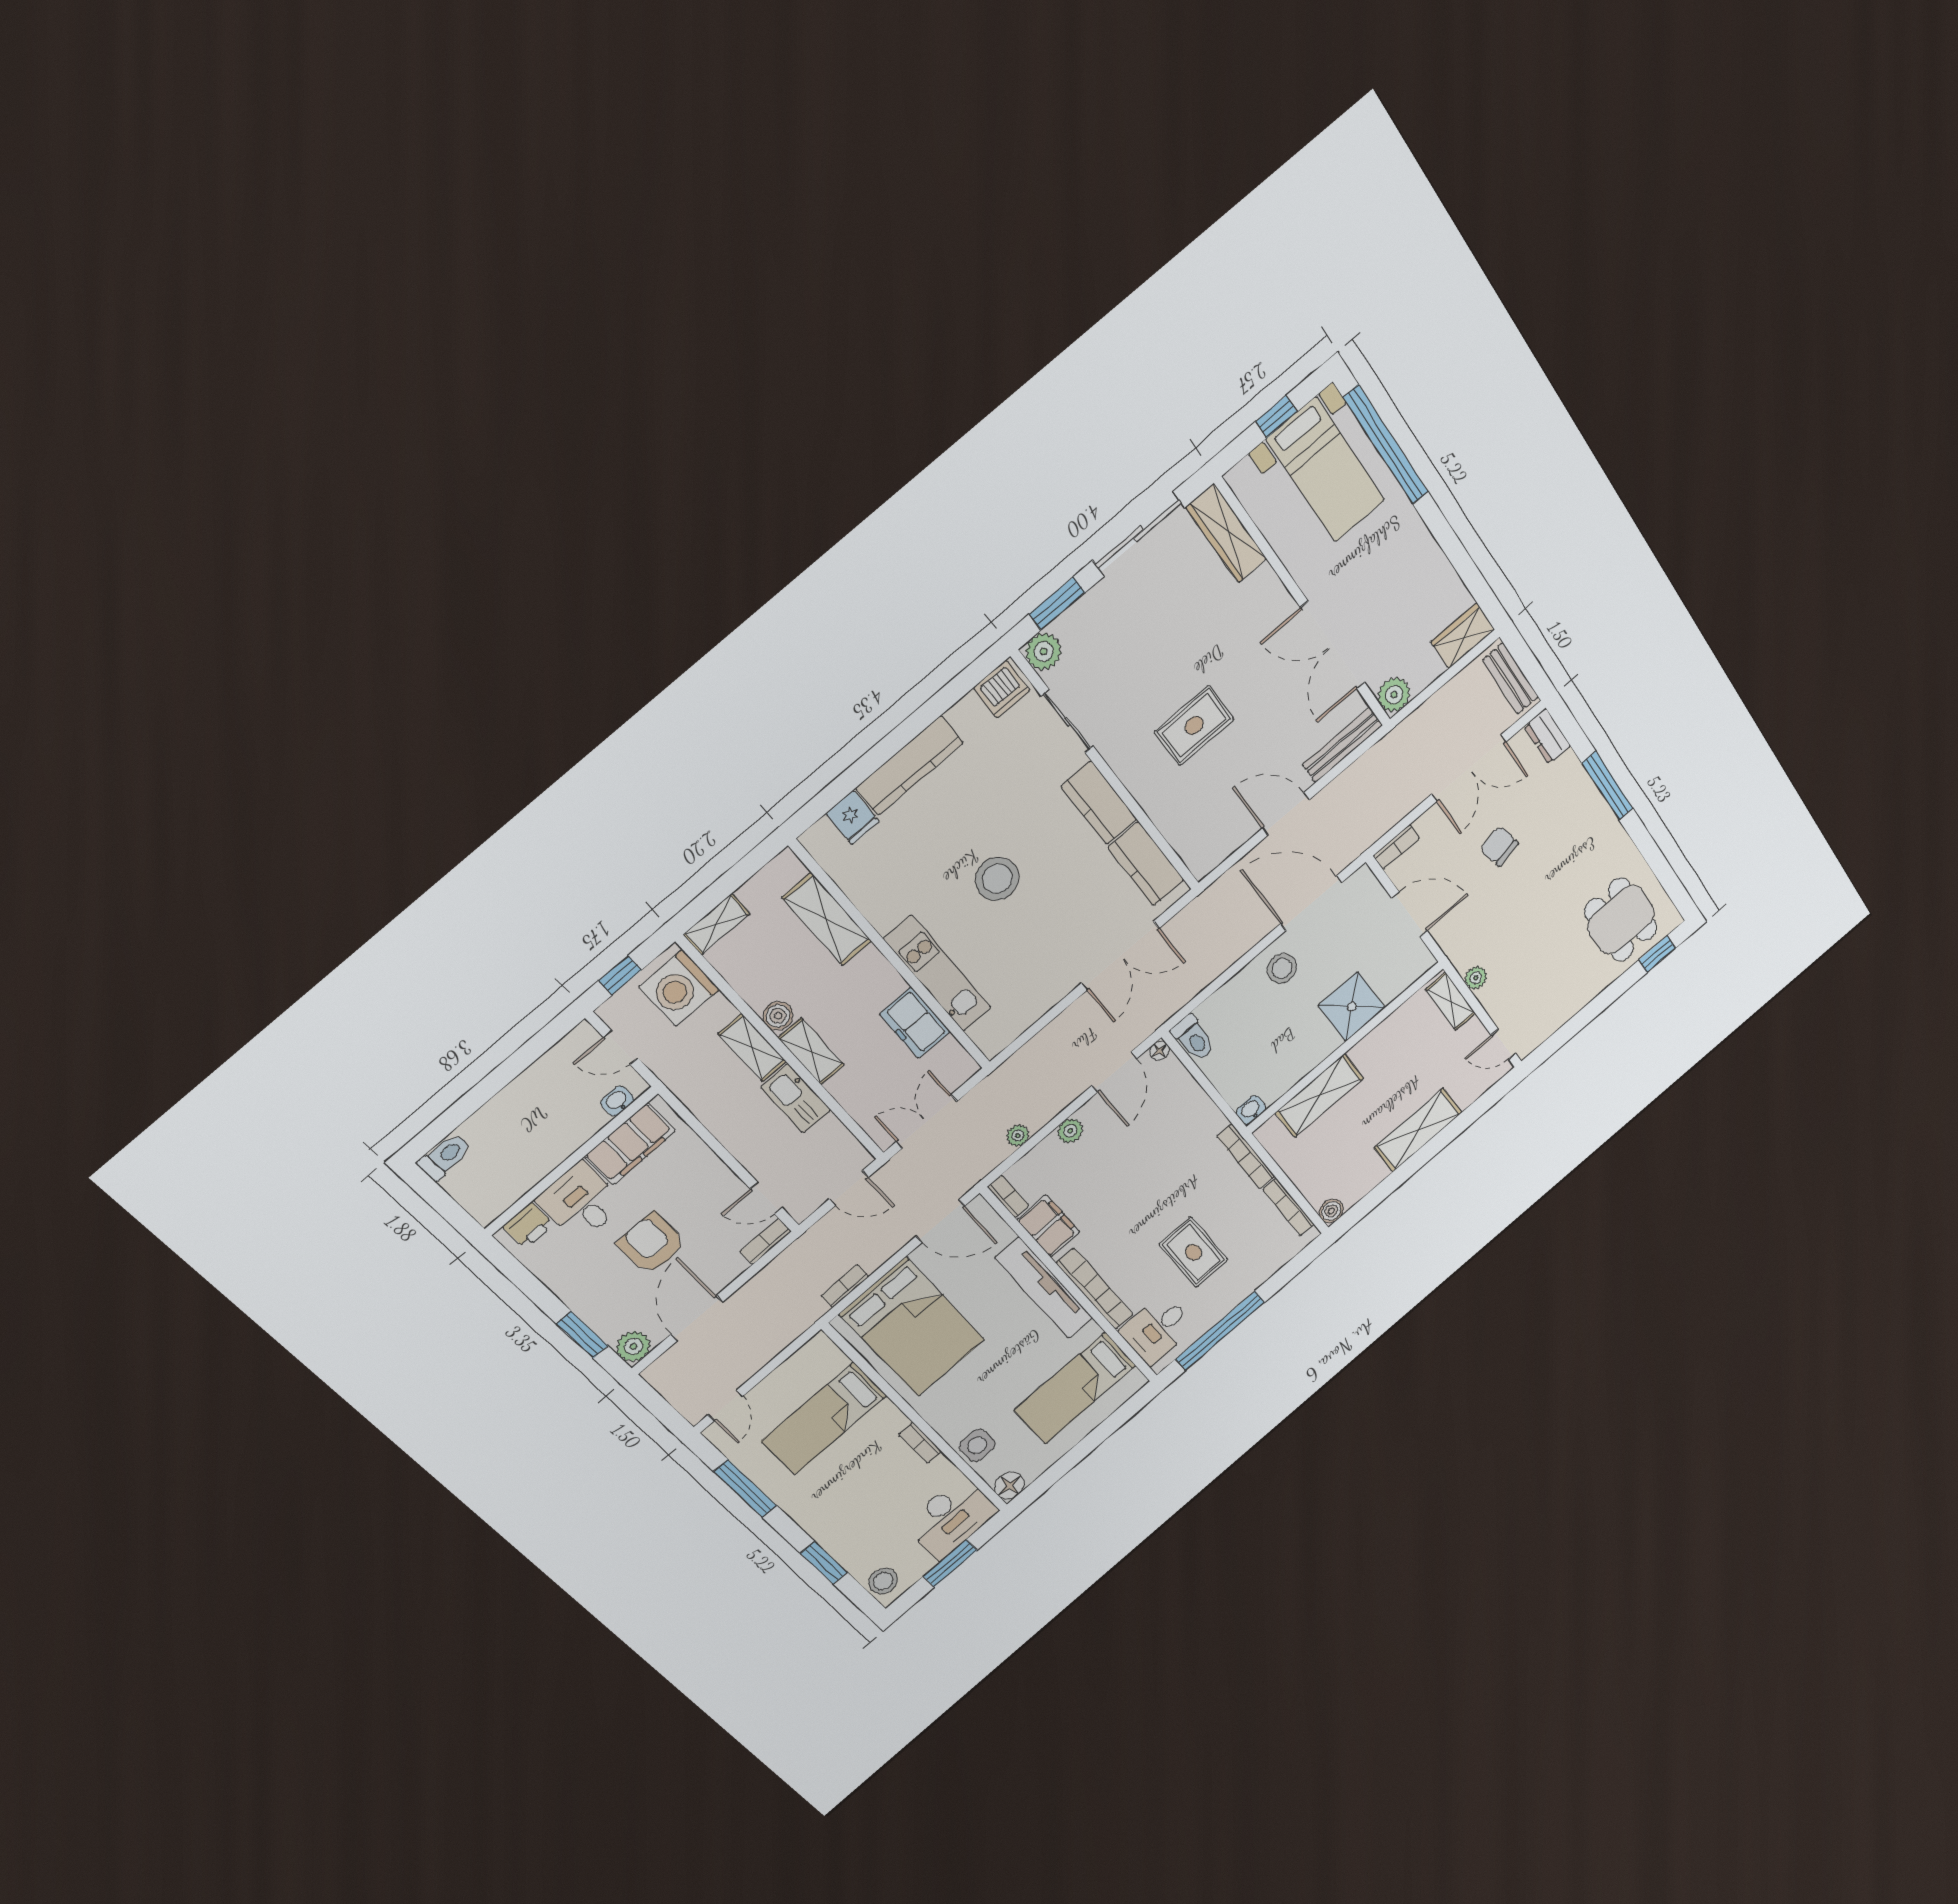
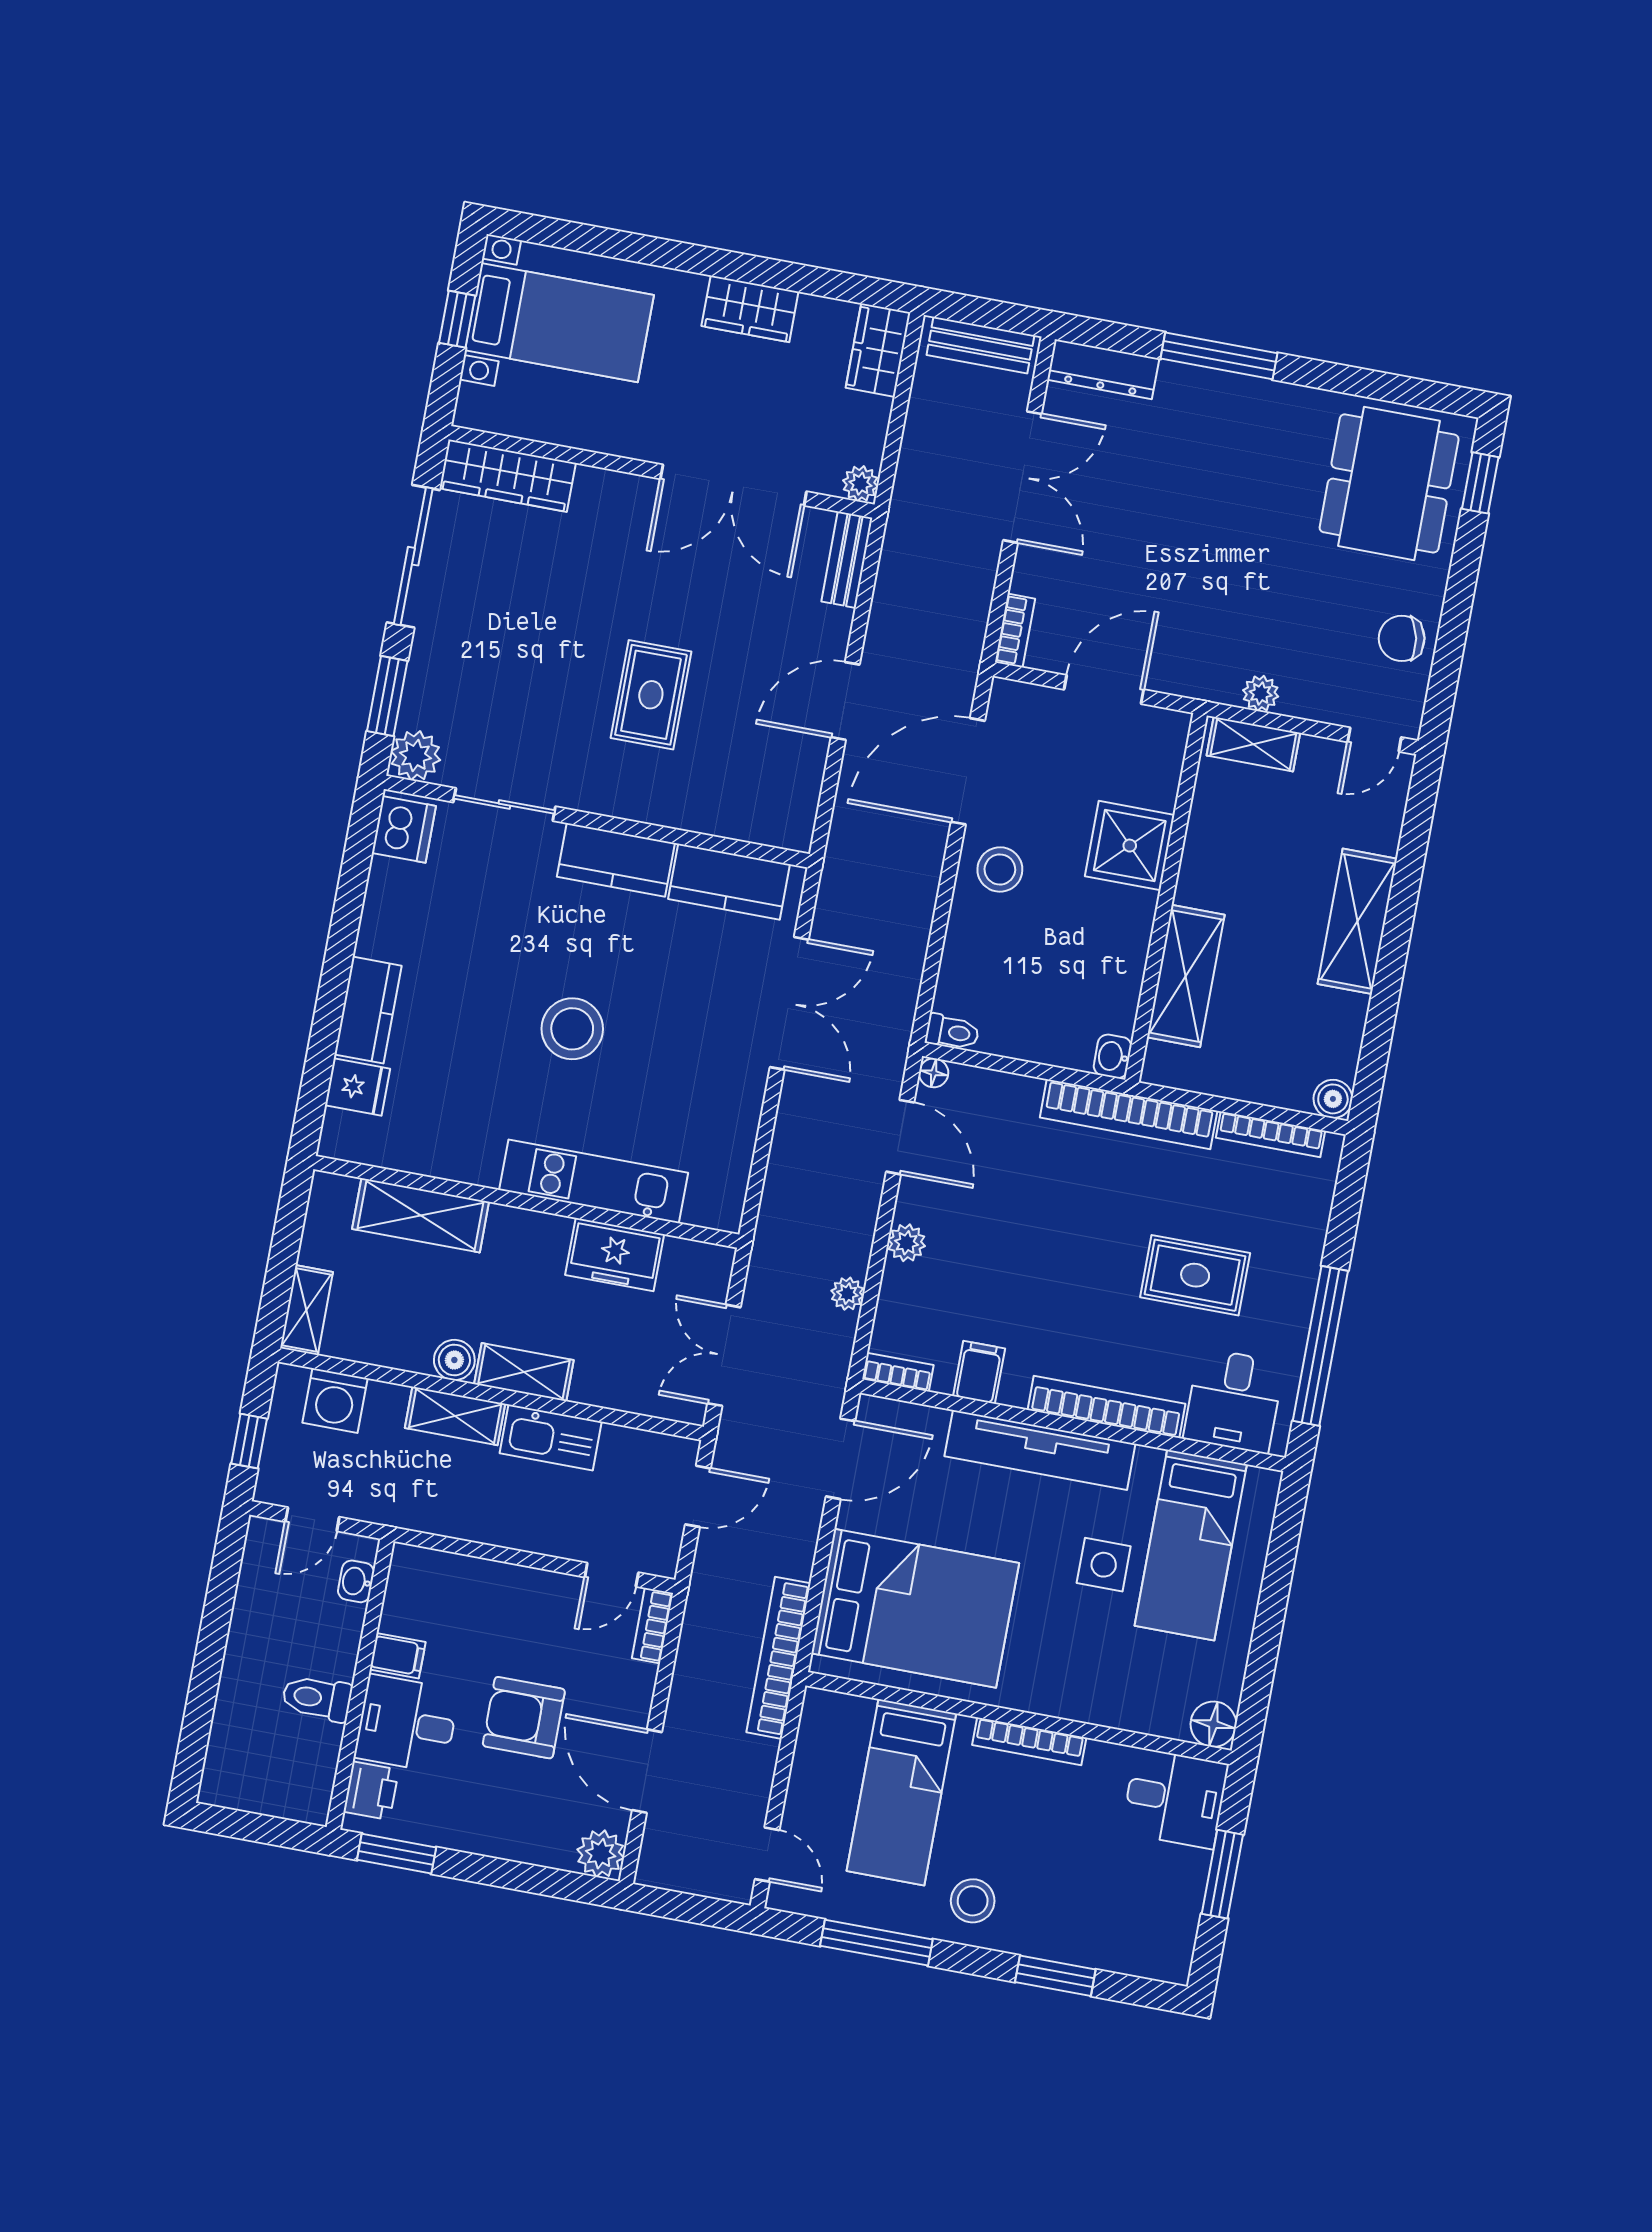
window: (1386, 445) -> (604, 242), removed
wardrobe: (1423, 554) -> (750, 309), added
plant: (1394, 695) -> (860, 484), width x0.73, depth x0.73
dresser: (1547, 736) -> (1103, 369), width x1.44
bench: (1343, 745) -> (847, 560), width x0.73
kitchen counter: (910, 765) -> (368, 1010), width x0.67
chair: (1499, 846) -> (1402, 638), moved
dining table: (1621, 920) -> (1389, 483), width x1.38
washing machine: (679, 988) -> (335, 1400), width x0.73, depth x0.73
toilet: (1194, 1038) -> (952, 1032), width x0.73, depth x0.72
filing cabinet: (630, 1144) -> (398, 1656), width x0.33, depth x0.86
bookcase: (1246, 1156) -> (1129, 1114), width x1.48, depth x1.31
toilet: (445, 1157) -> (317, 1698), moved, turned -90
filing cabinet: (1048, 1226) -> (979, 1372), width x0.50
bookcase: (845, 1286) -> (778, 1658), width x2.31, depth x1.31
window: (582, 1335) -> (397, 1854), moved
bookcase: (920, 1443) -> (1029, 1741), width x1.56
side table: (977, 1445) -> (1104, 1565), moved
desk: (951, 1518) -> (1175, 1798), width x0.73
stool: (883, 1581) -> (973, 1901), moved

